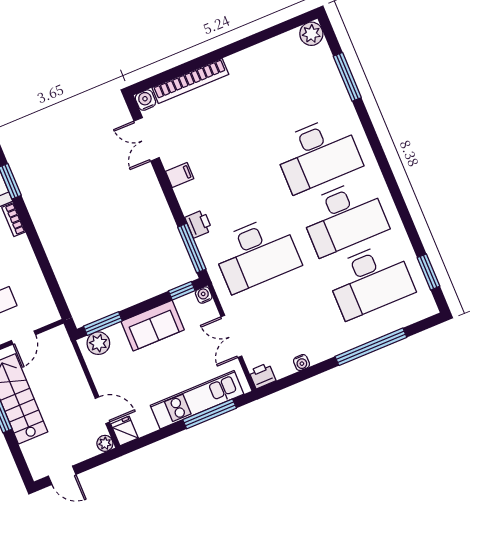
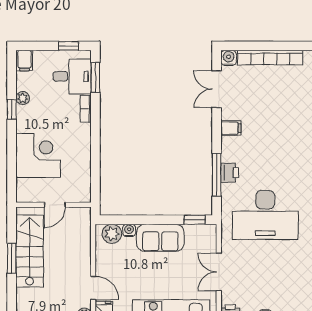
window: (192, 248) -> (217, 175), moved
water cooler: (204, 295) -> (129, 230), moved
window: (103, 324) -> (122, 220), removed

